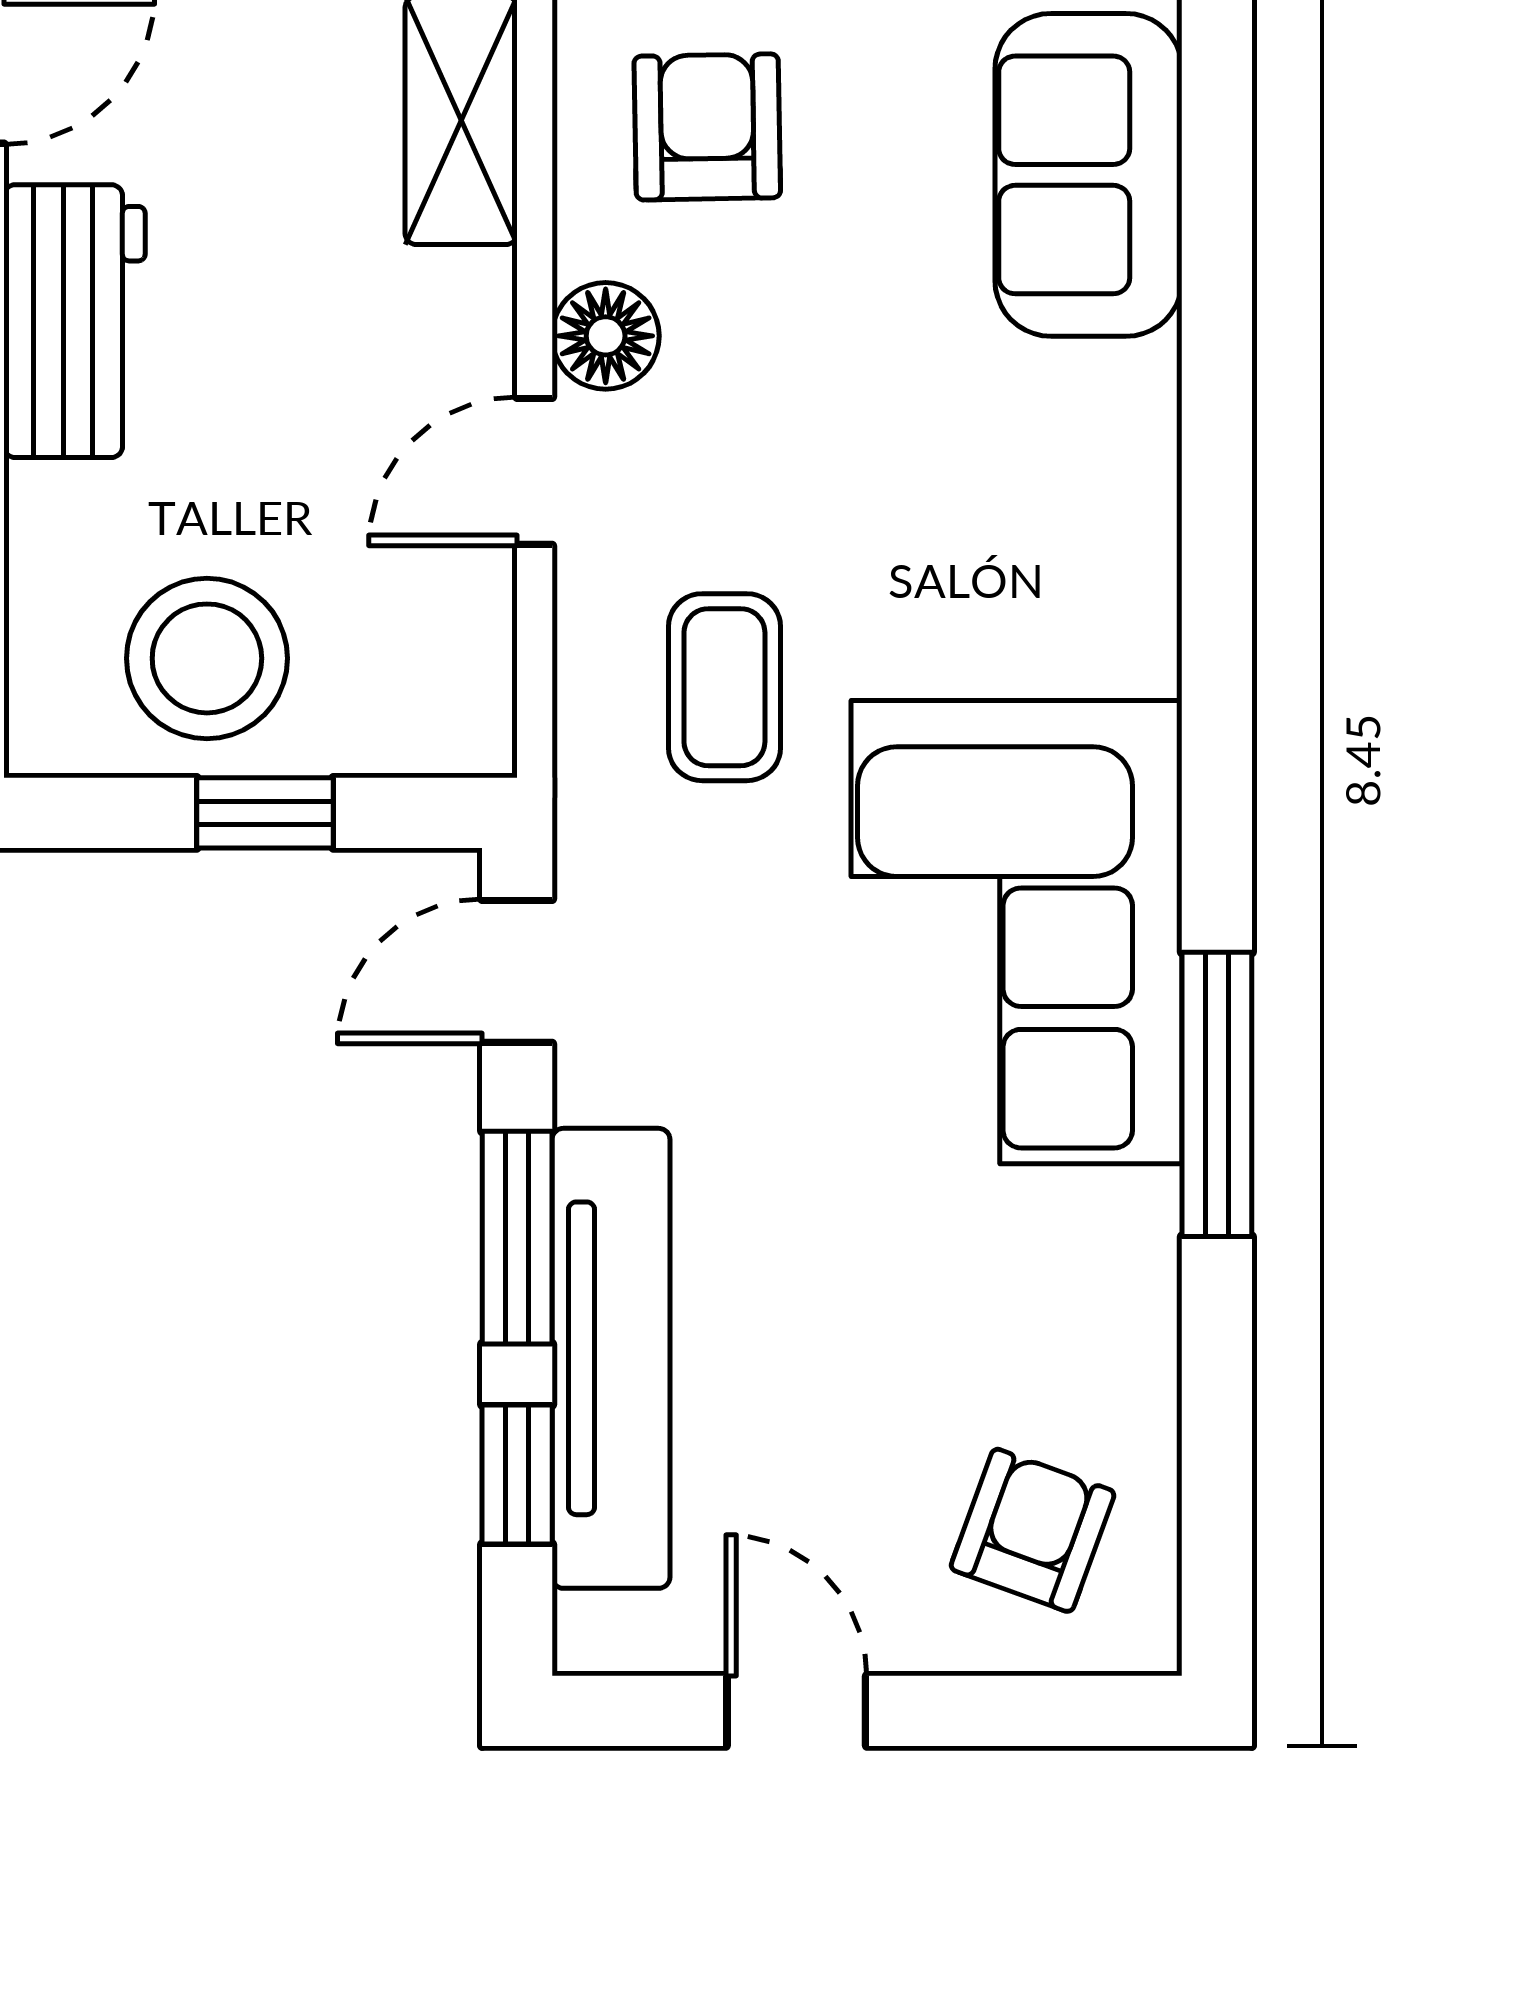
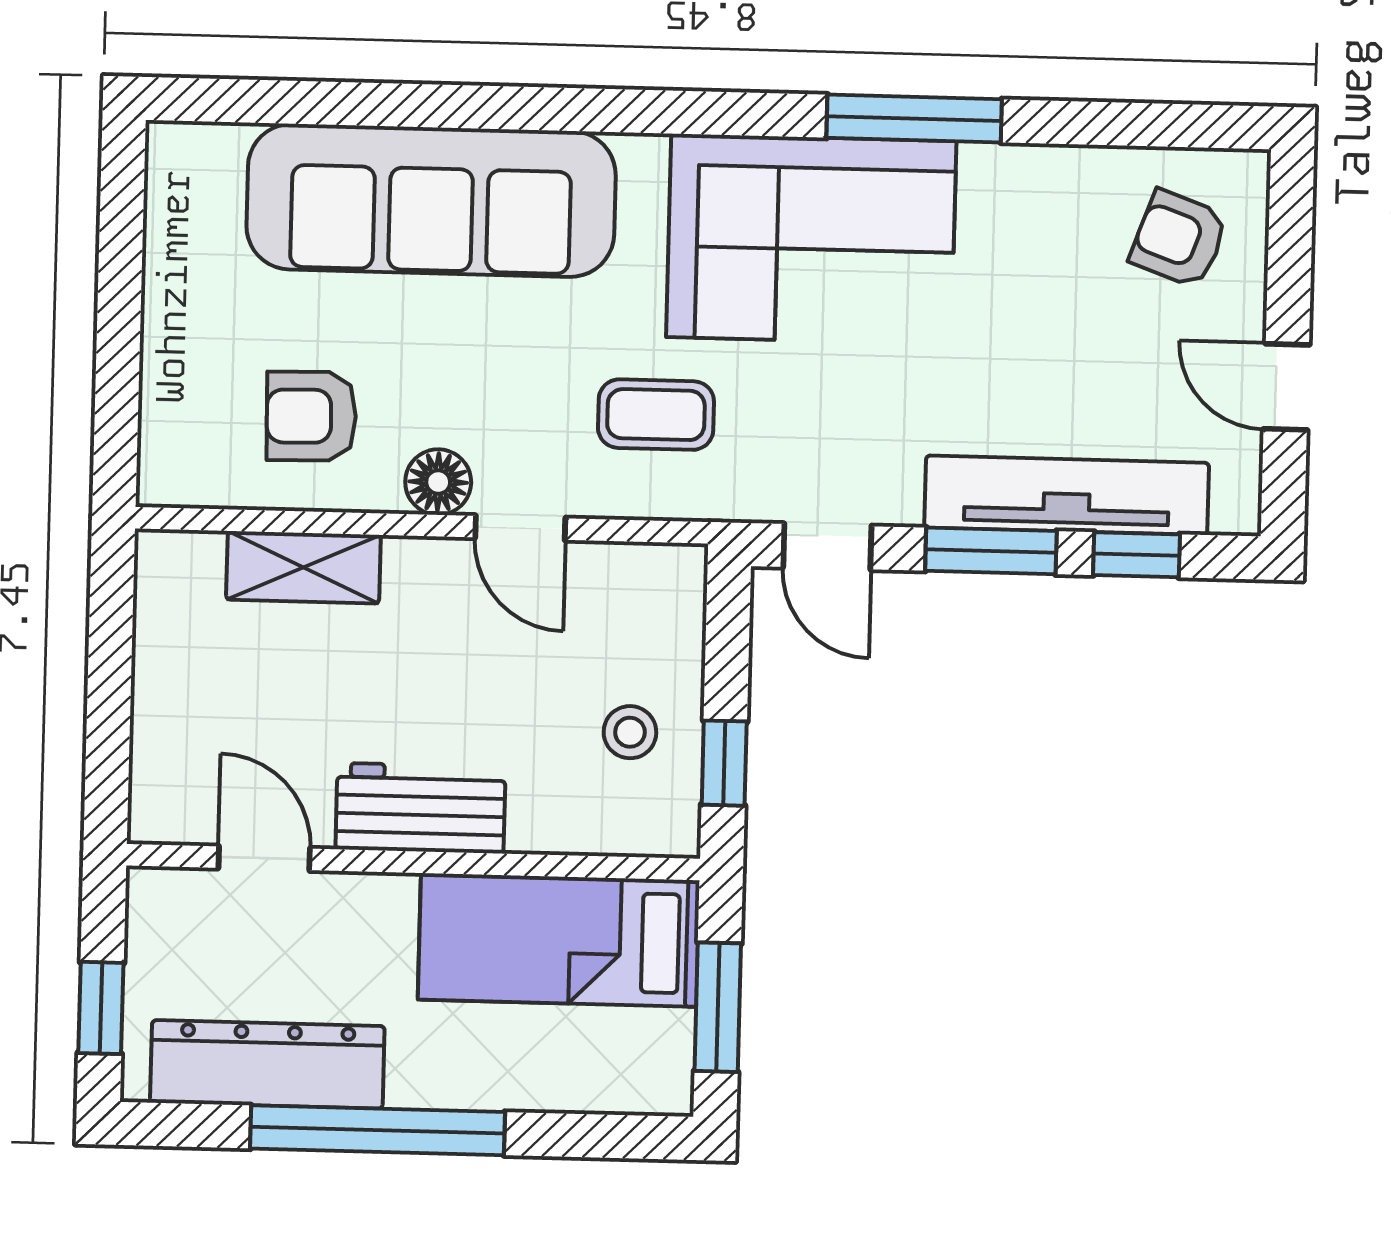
sofa: (1088, 175) -> (431, 200), width x1.85, depth x1.27
stool: (207, 658) -> (630, 732), width x0.53, depth x0.53
window: (265, 813) -> (724, 763), moved
door: (796, 1711) -> (1286, 387), hinge flipped

